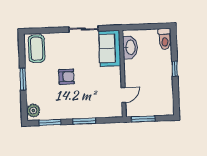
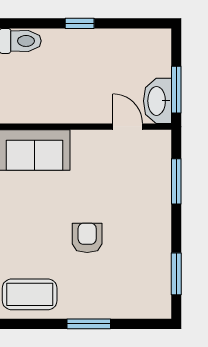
washbasin: (130, 47) -> (157, 101), moved, turned -90
plant: (33, 111) -> (151, 306), removed
window: (84, 121) -> (176, 181), moved

